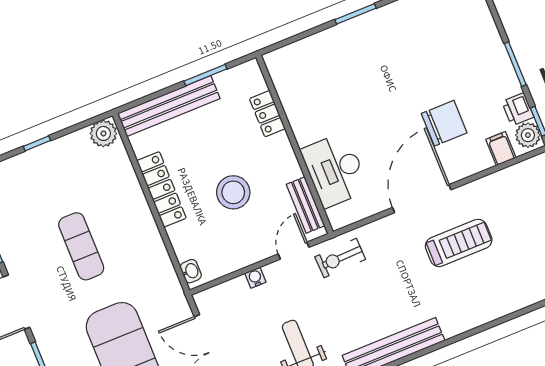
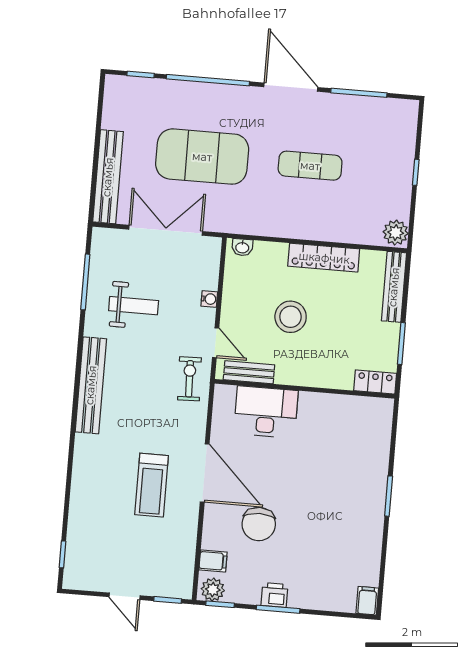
bench: (169, 106) -> (394, 287), width x0.73, depth x0.82
printer: (518, 109) -> (274, 595), moved
locker: (267, 114) -> (375, 382), moved

